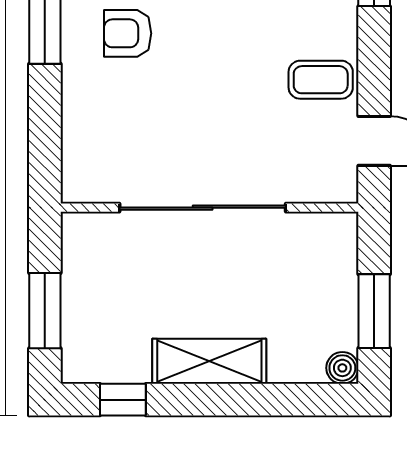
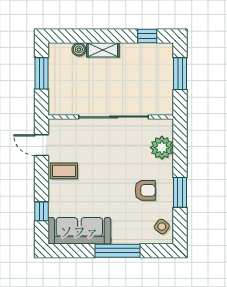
plant: (88, 135) -> (162, 148), added
shelving: (209, 361) -> (103, 50), width x0.67, depth x0.75
boiler: (342, 368) -> (79, 49), moved

